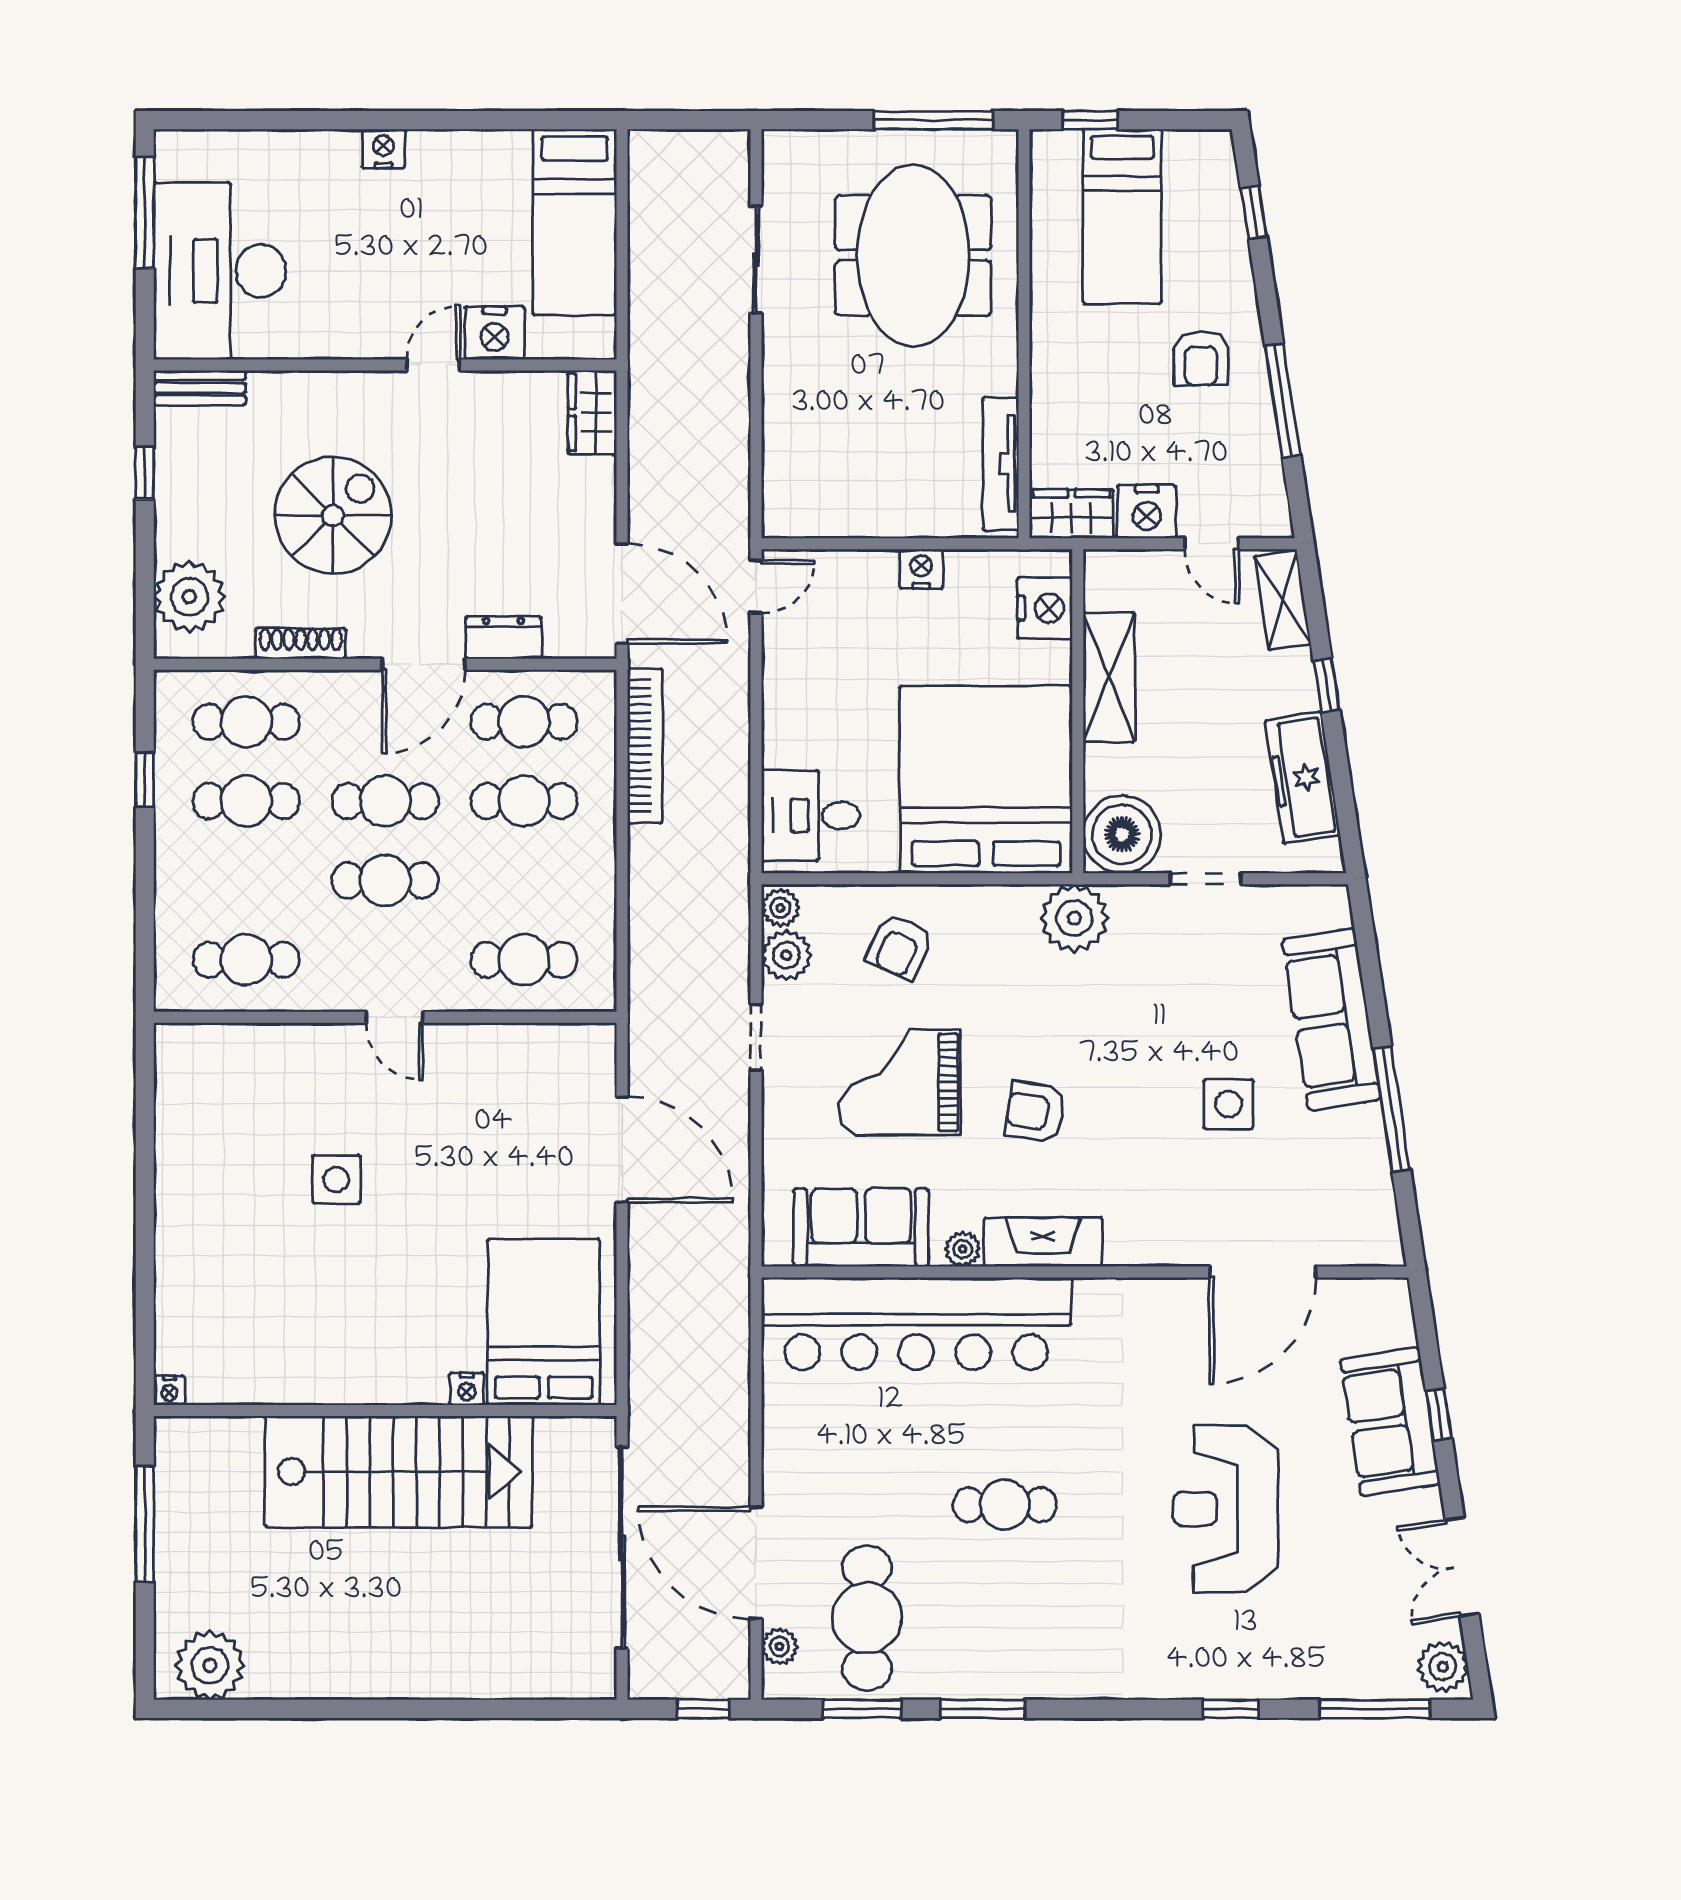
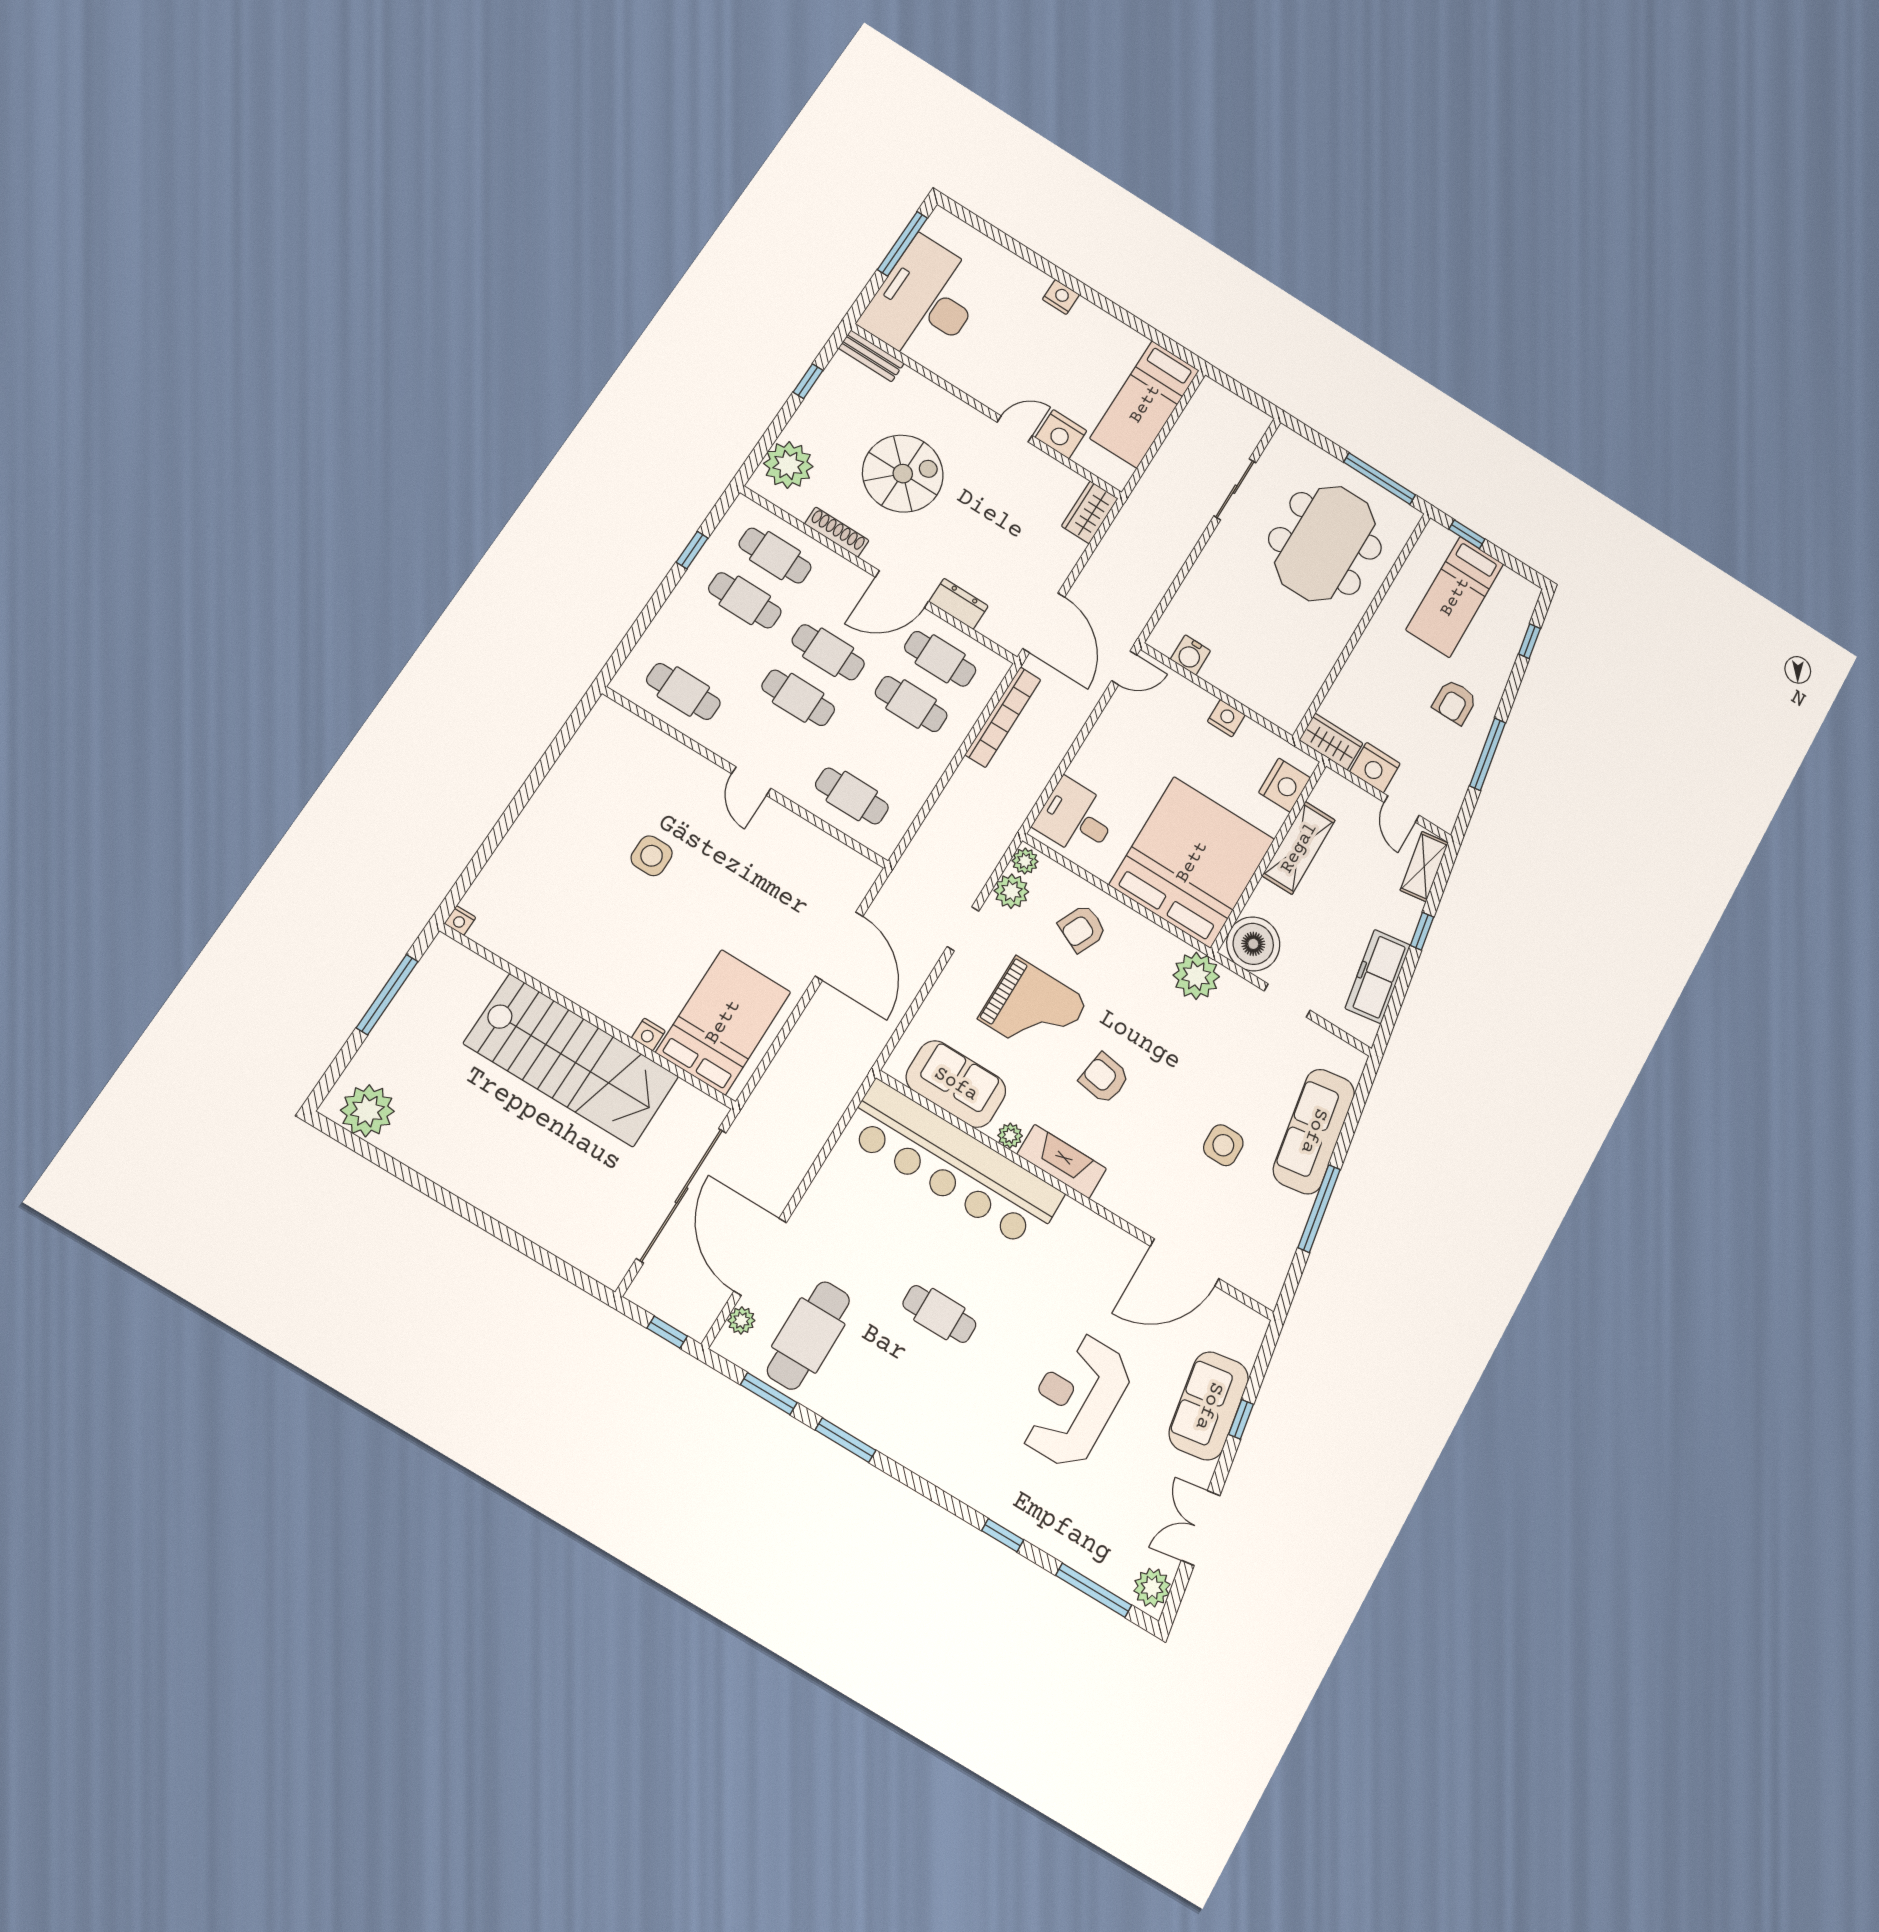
tv unit: (1001, 464) -> (1307, 688), removed
water cooler: (828, 516) -> (1190, 655), added
grand piano: (900, 1082) -> (1033, 1010), turned 180

